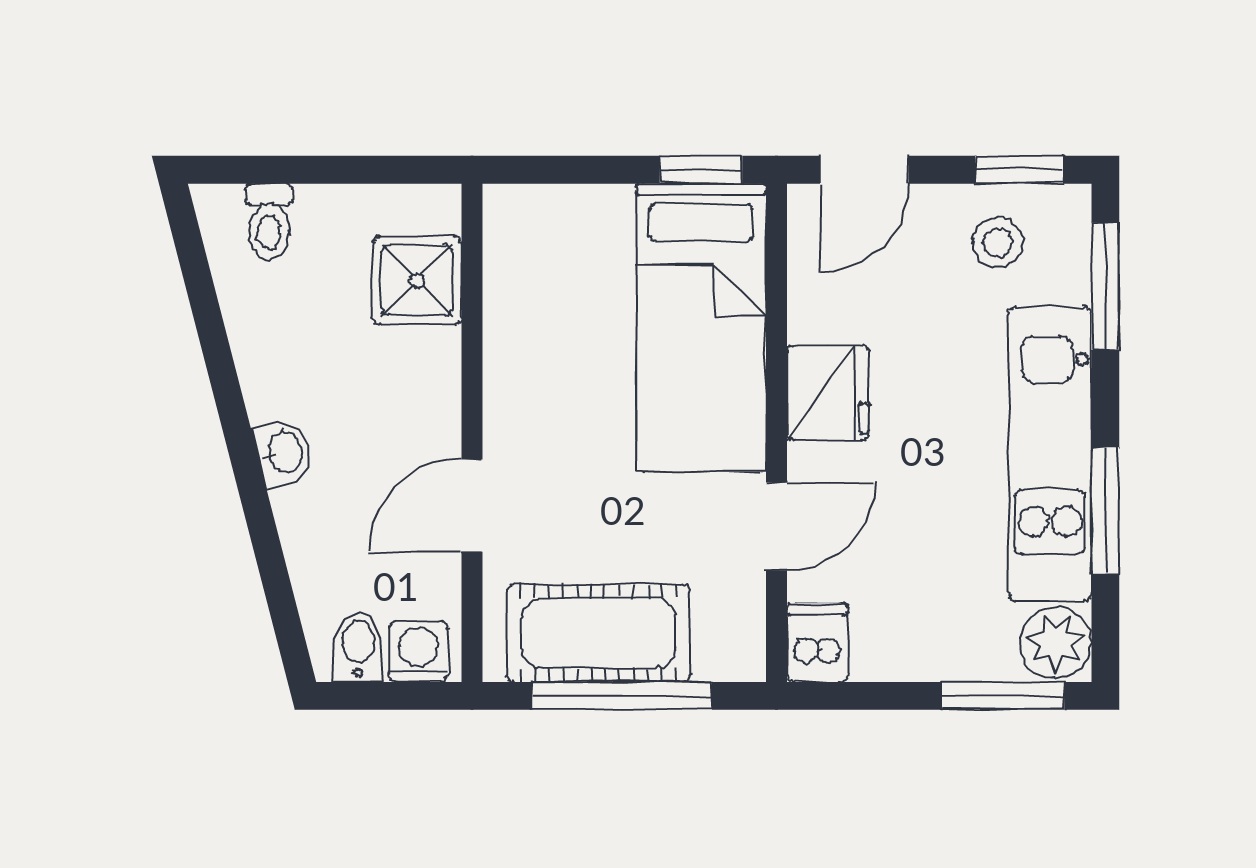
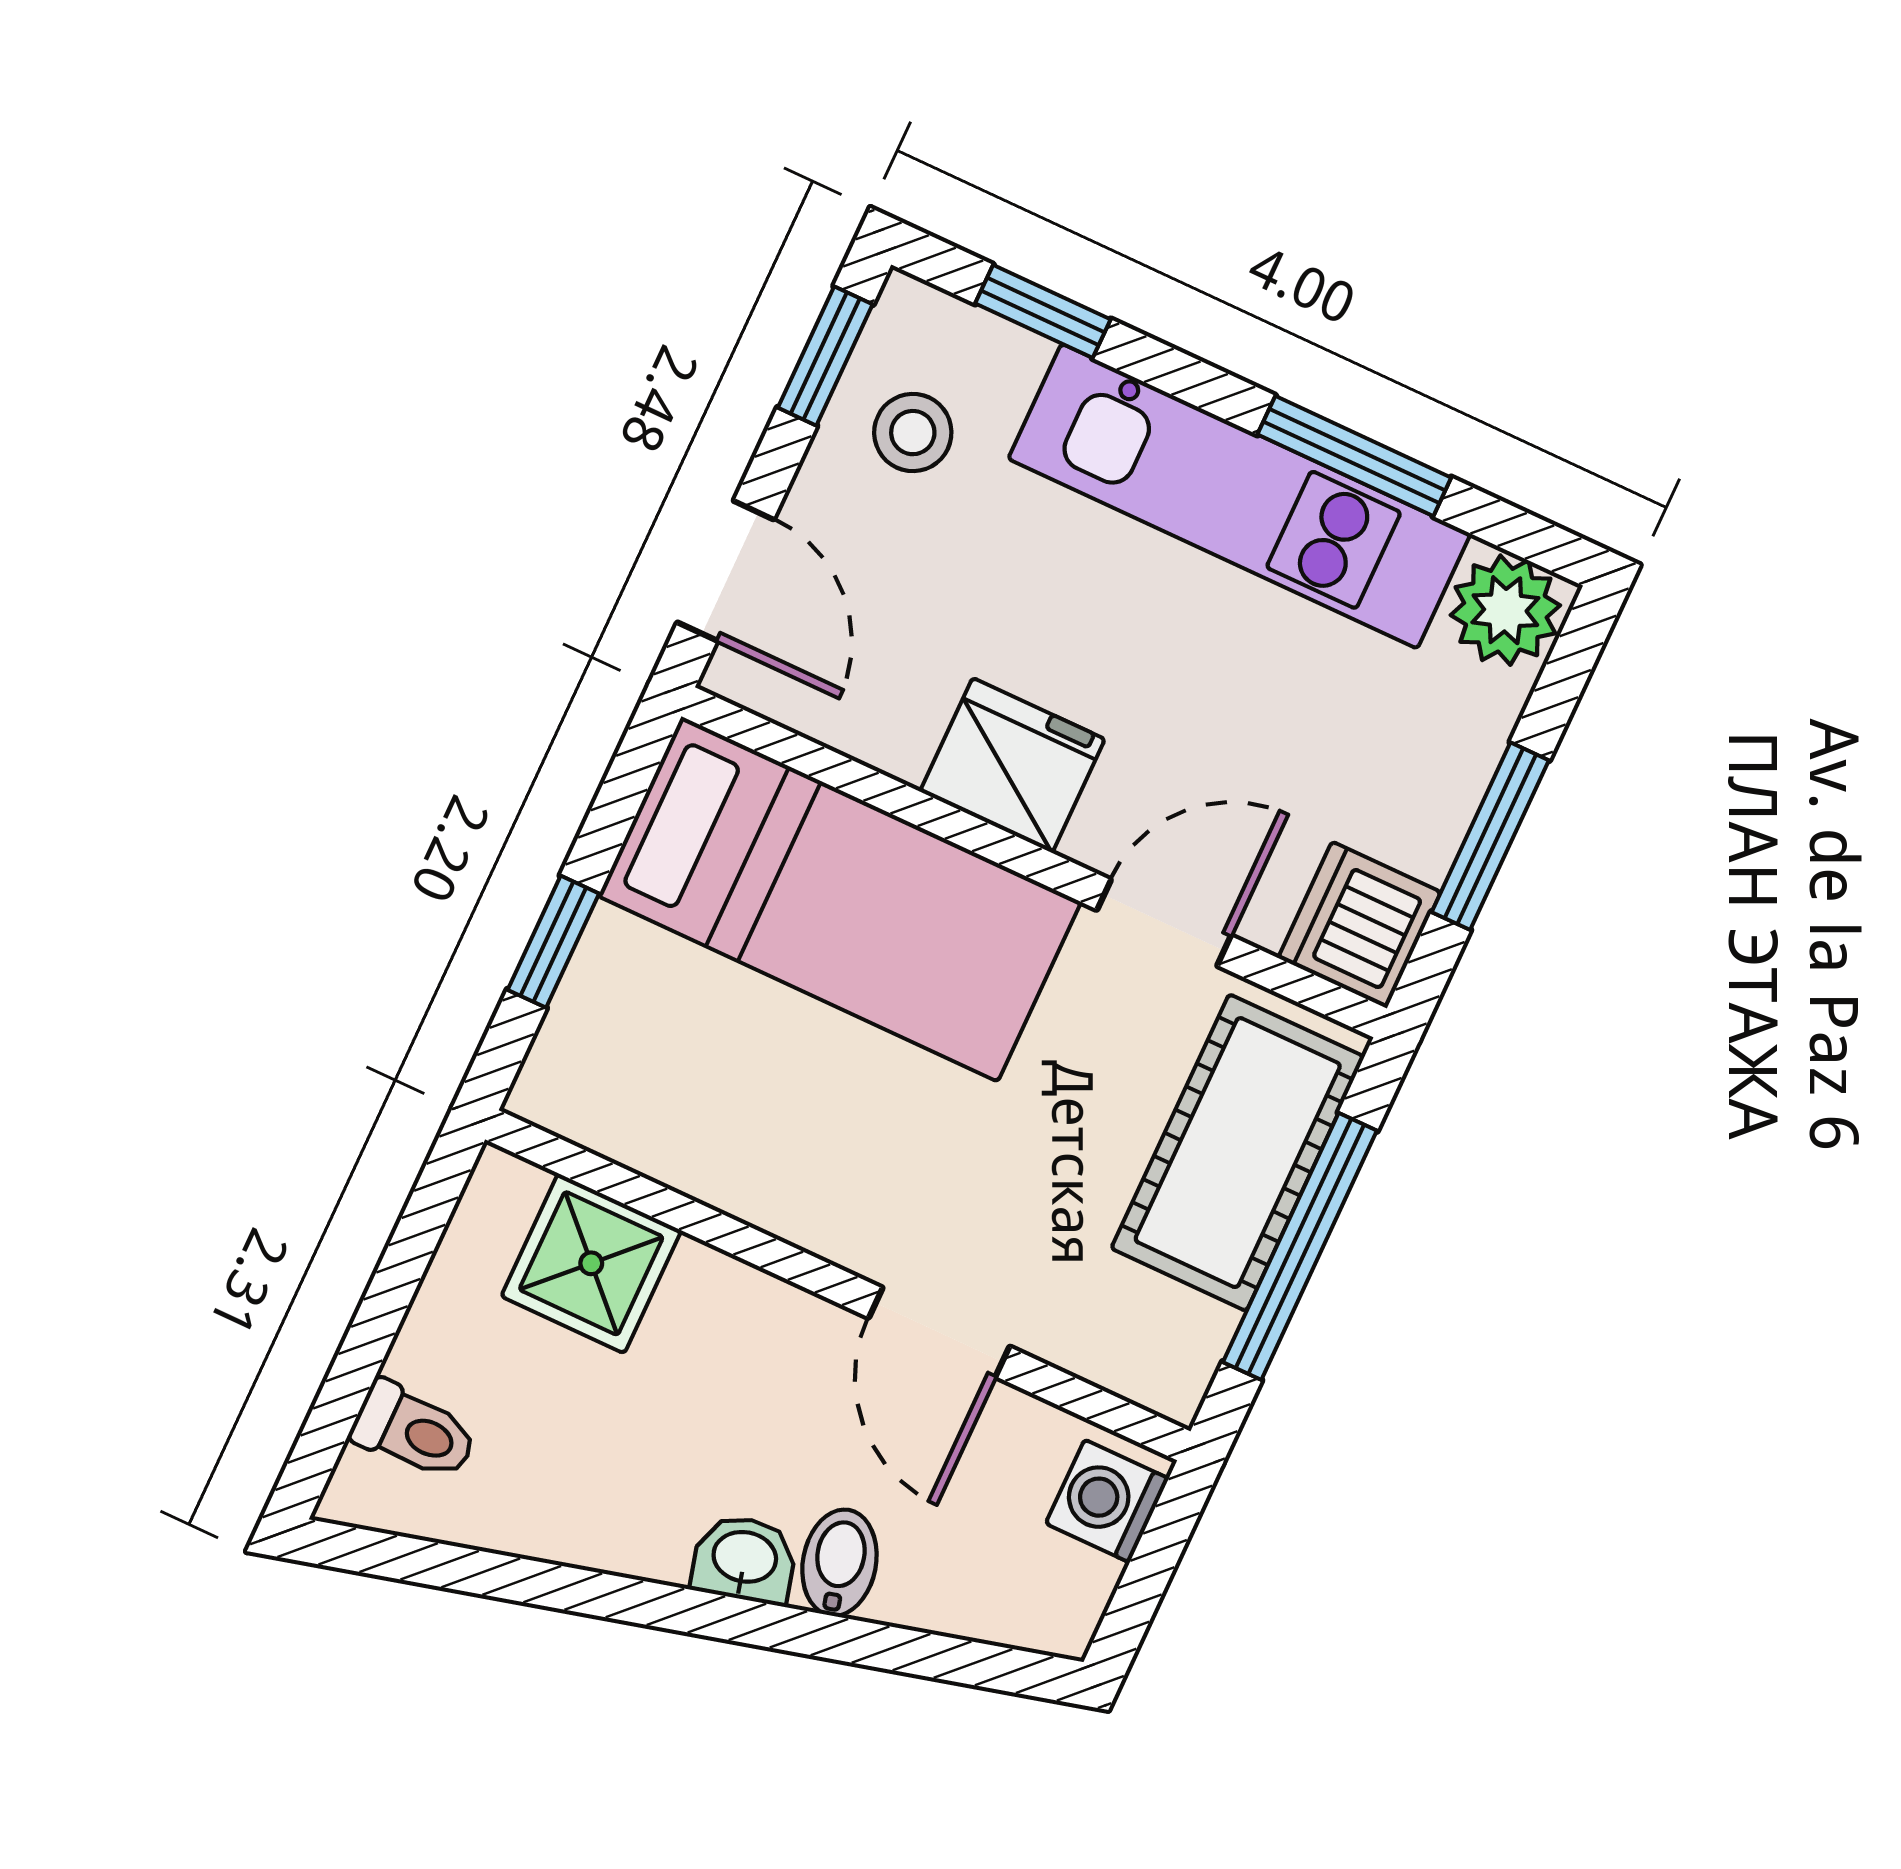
window: (701, 170) -> (553, 942), moved
window: (1105, 286) -> (1043, 311), width x0.67
door: (777, 526) -> (1164, 923), hinge flipped
cot: (599, 633) -> (1238, 1153), moved
dishwasher: (817, 643) -> (1359, 925), width x1.38
bidet: (358, 647) -> (839, 1563), moved, turned 76
window: (1003, 696) -> (1490, 836), moved

